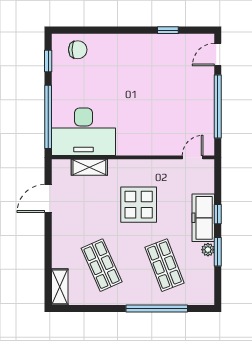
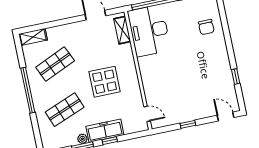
chair: (78, 50) -> (206, 27), moved
window: (218, 107) -> (188, 124), width x0.32
shelving: (89, 167) -> (122, 30), moved
window: (157, 308) -> (28, 90), moved

